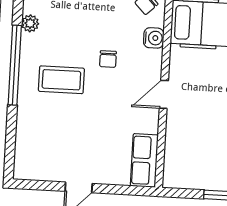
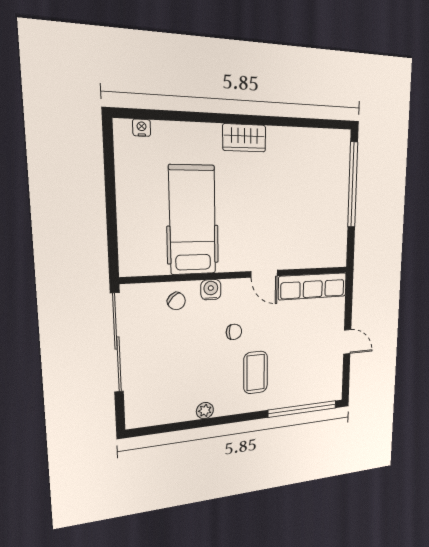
window: (15, 65) -> (302, 409), moved
row of seats: (144, 160) -> (313, 286), width x1.48

